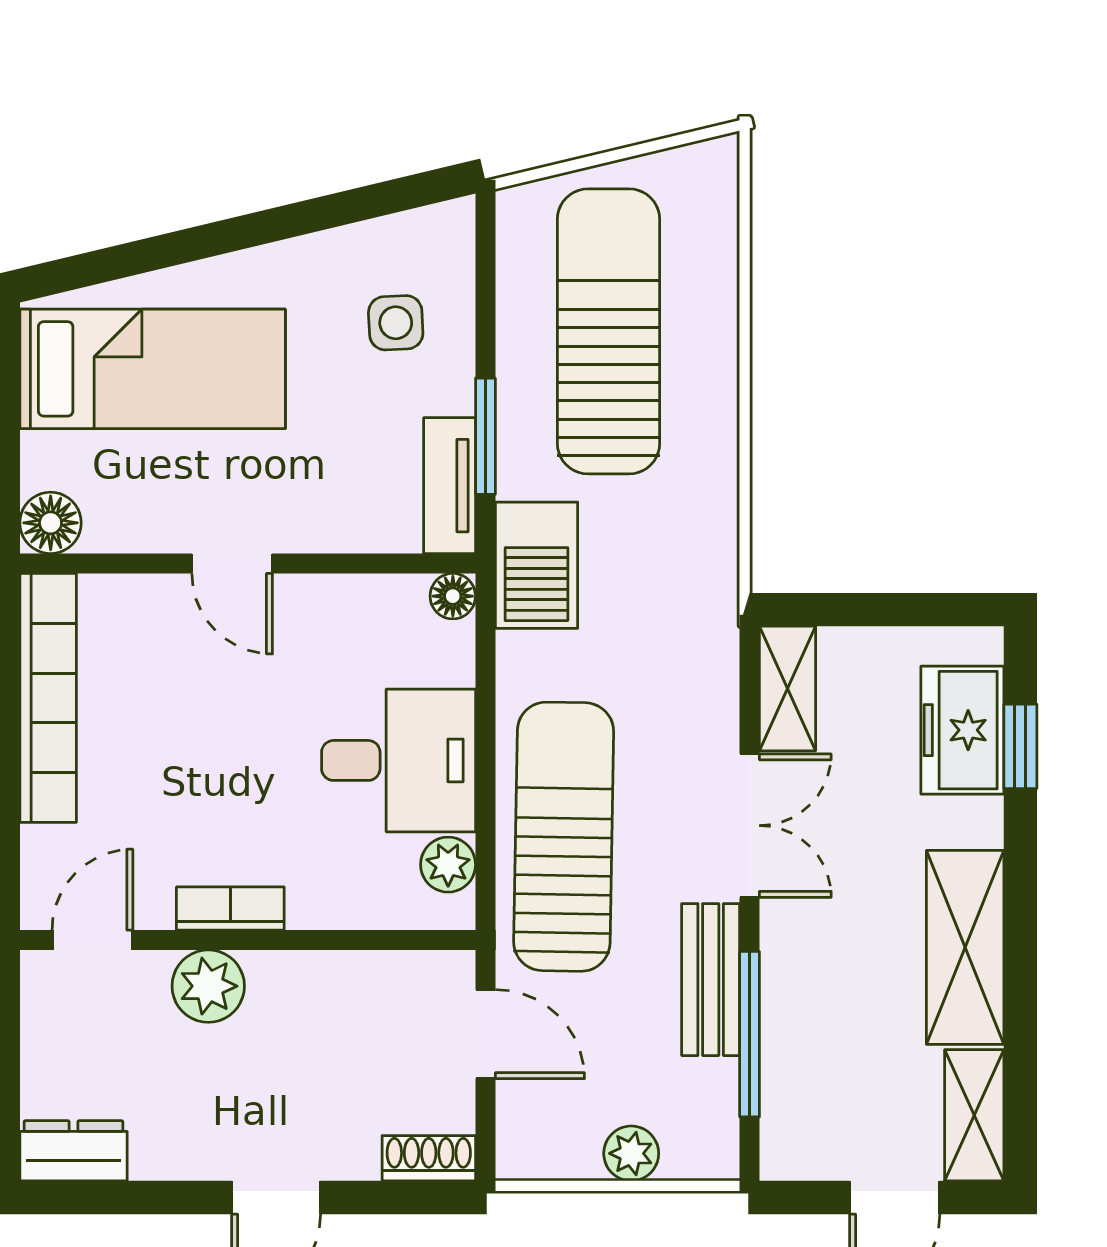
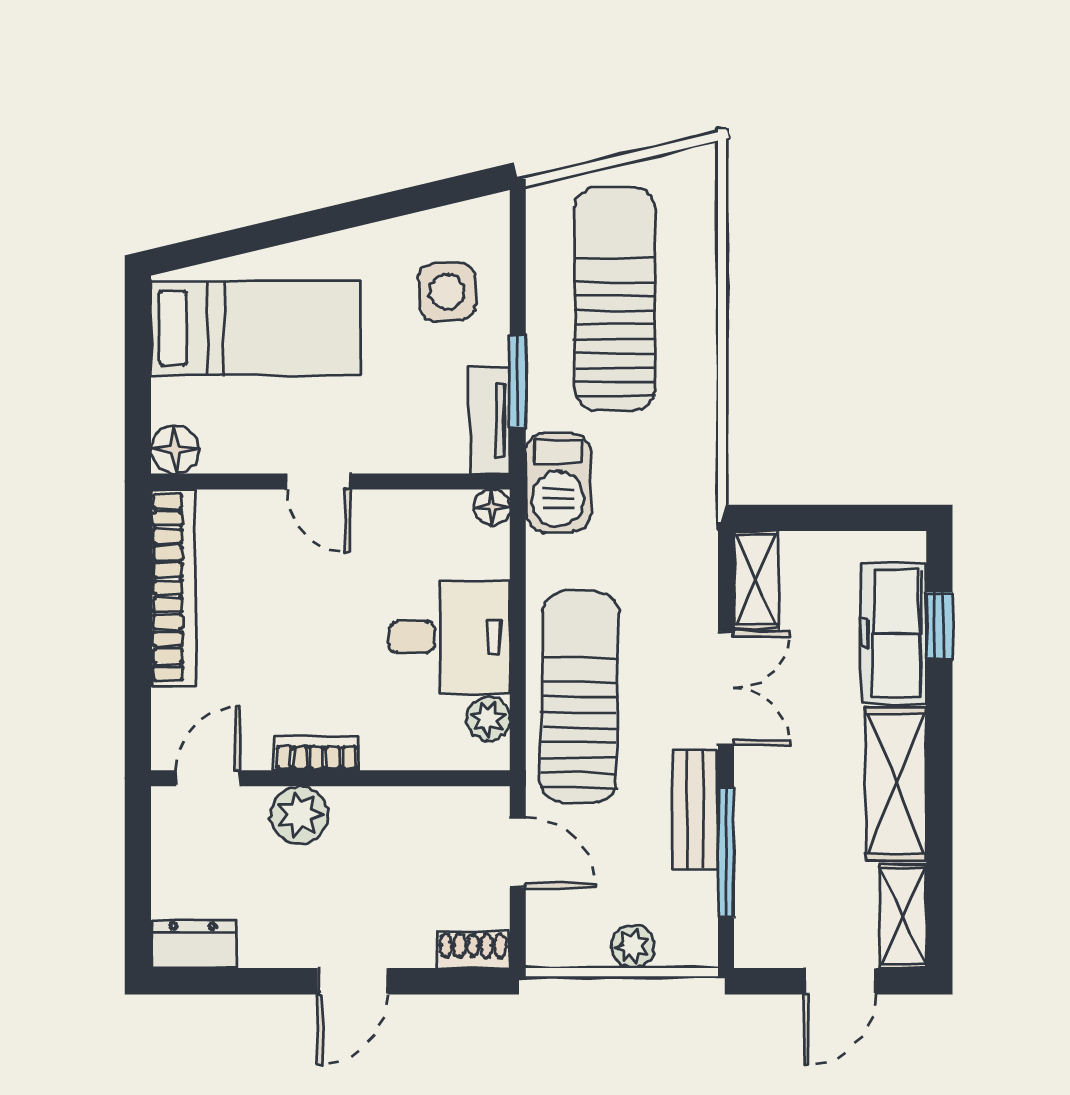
side table: (396, 323) -> (447, 292), width x1.37, depth x1.37
freezer: (962, 730) -> (894, 633), width x1.40

